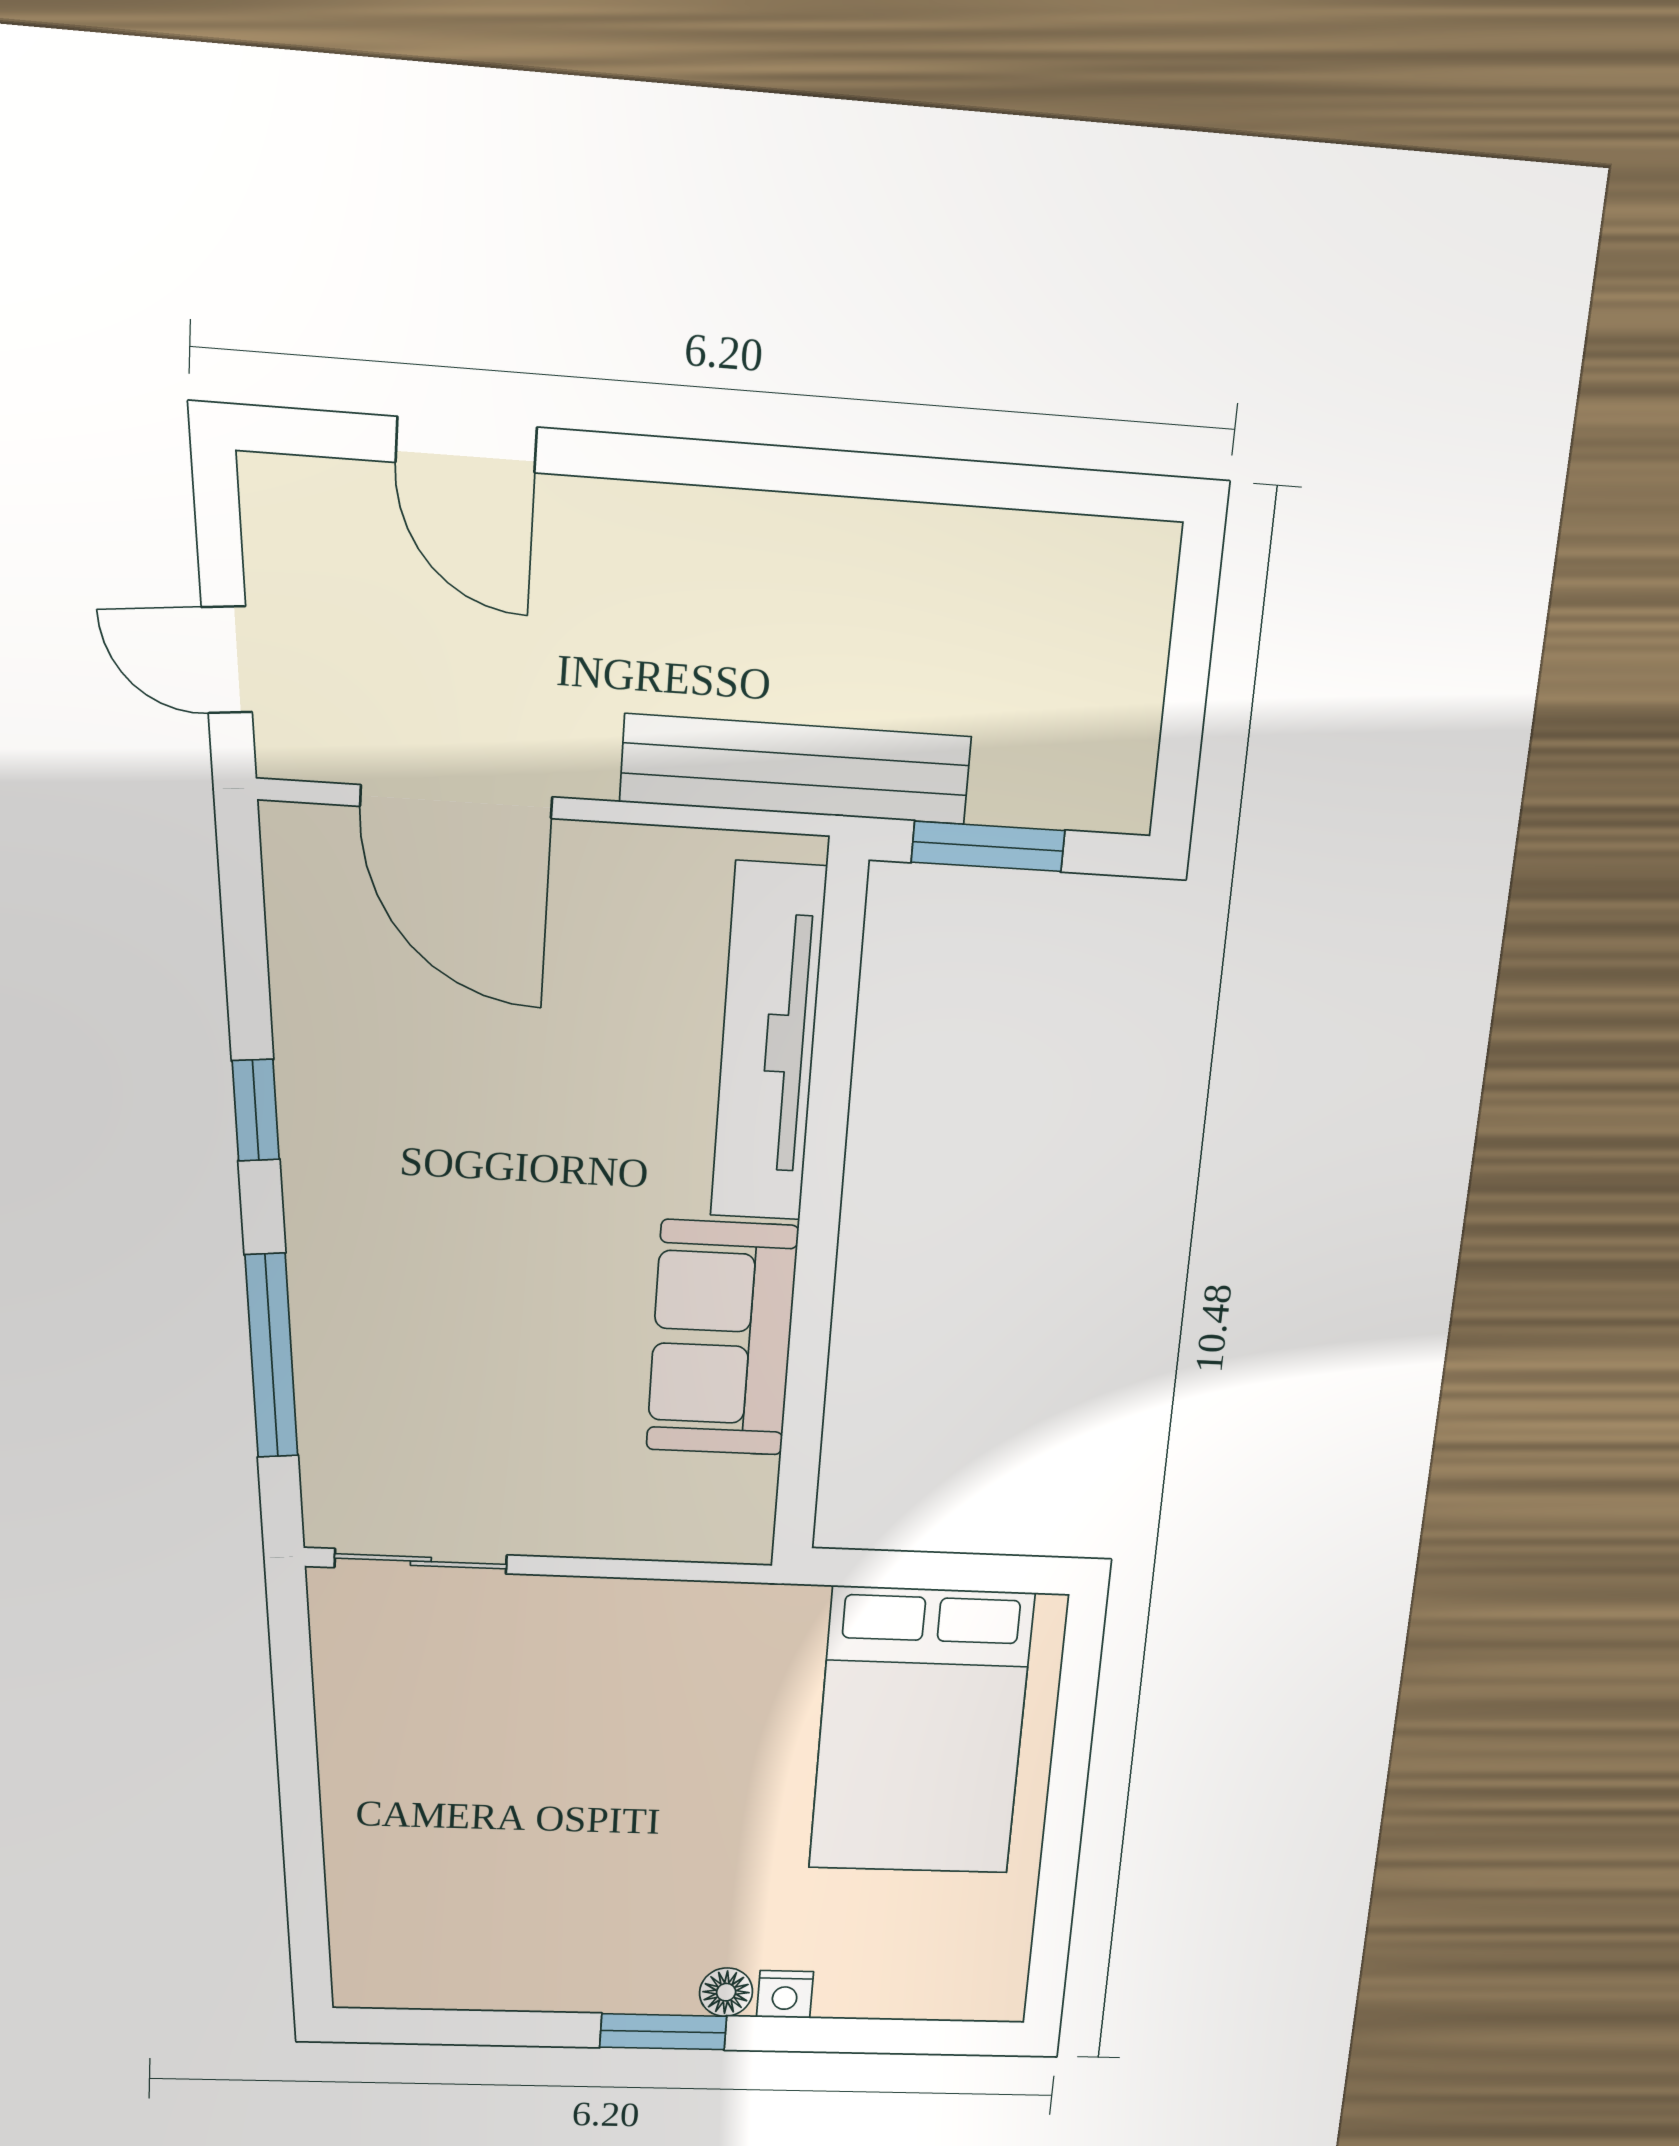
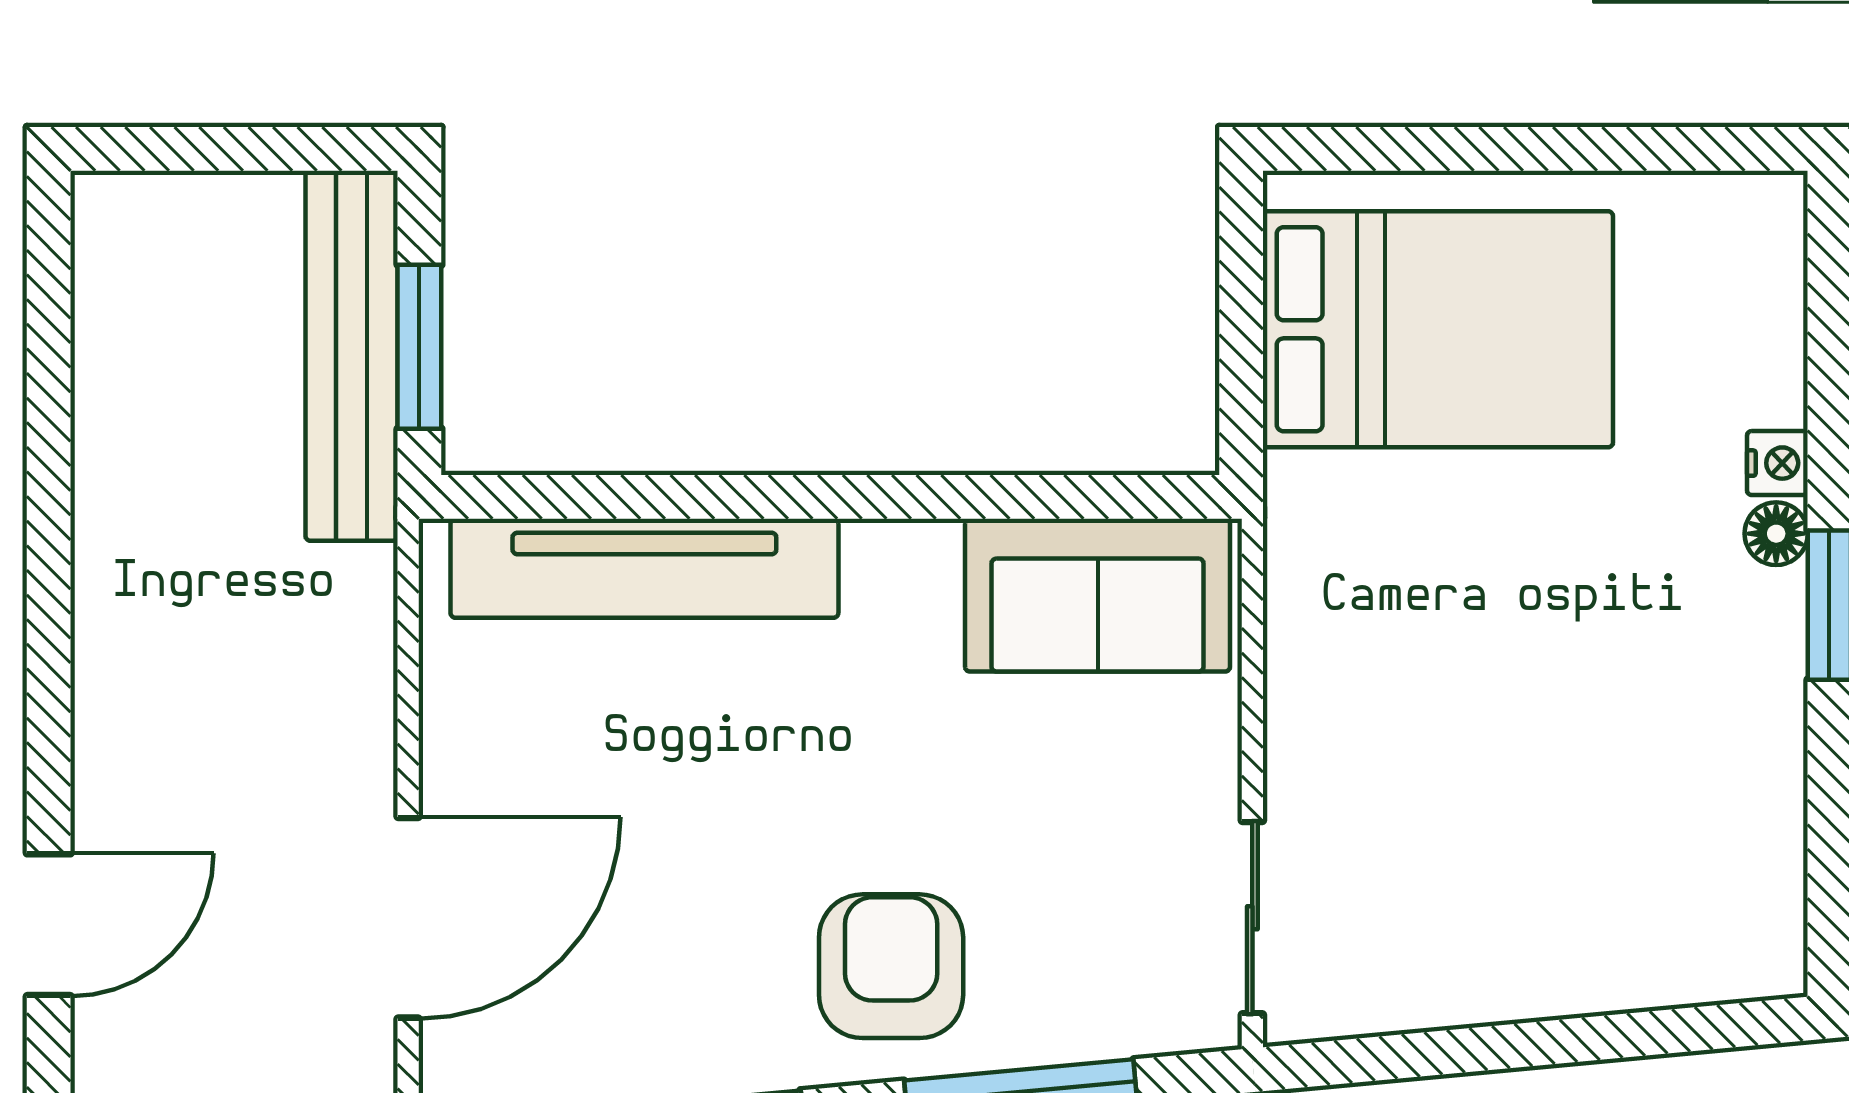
bench: (796, 769) -> (352, 356), moved
armchair: (391, 1246) -> (891, 966), added
sofa: (722, 1338) -> (1098, 595), moved

